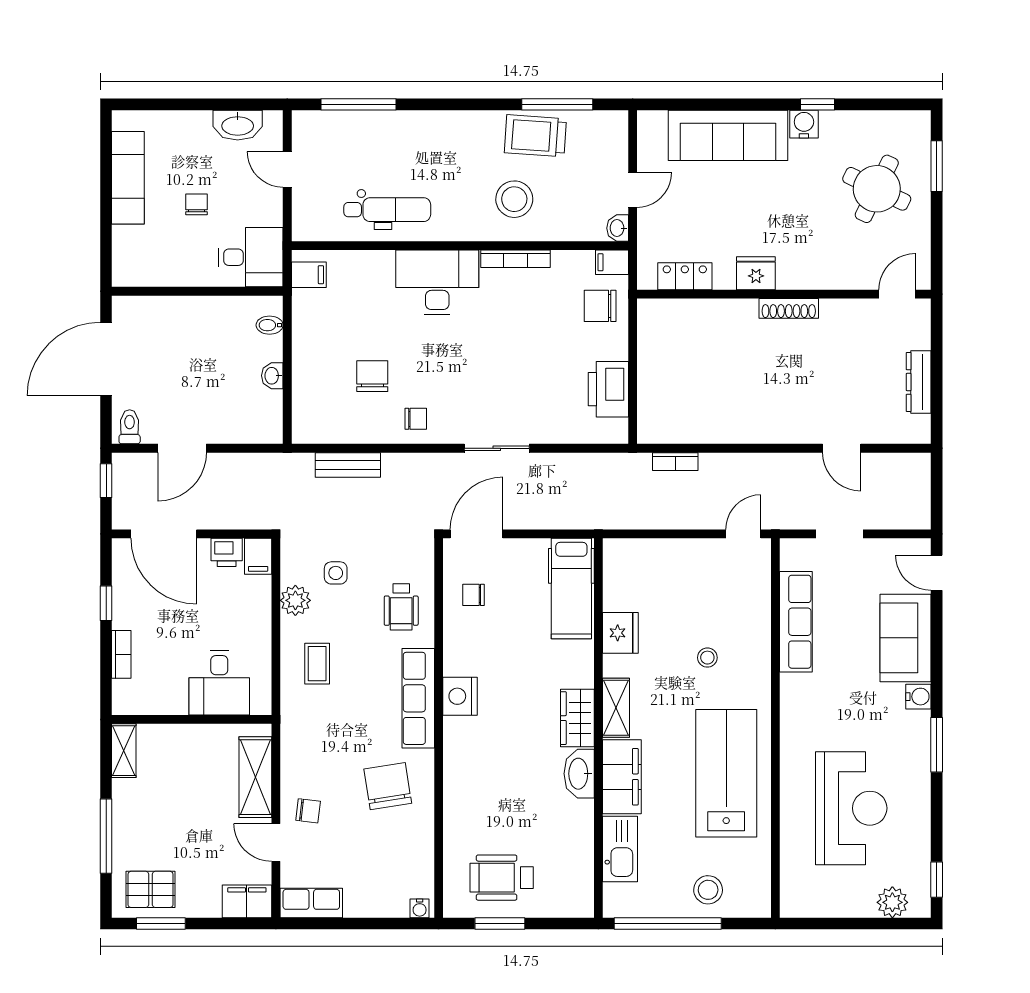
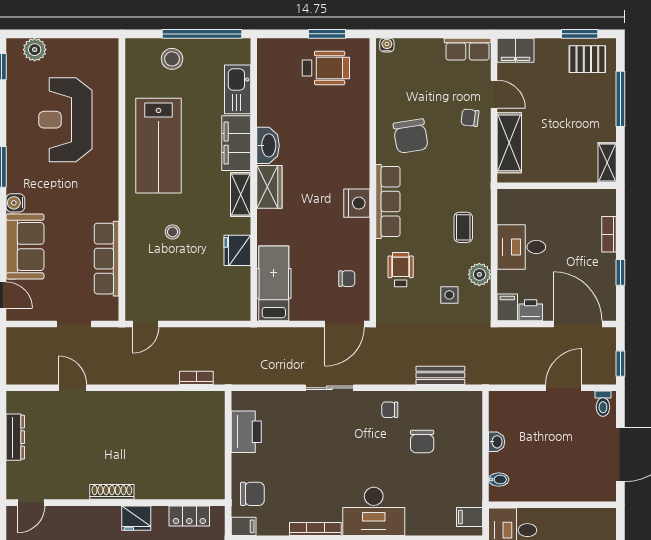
desk: (219, 683) -> (521, 247), moved, turned -90

